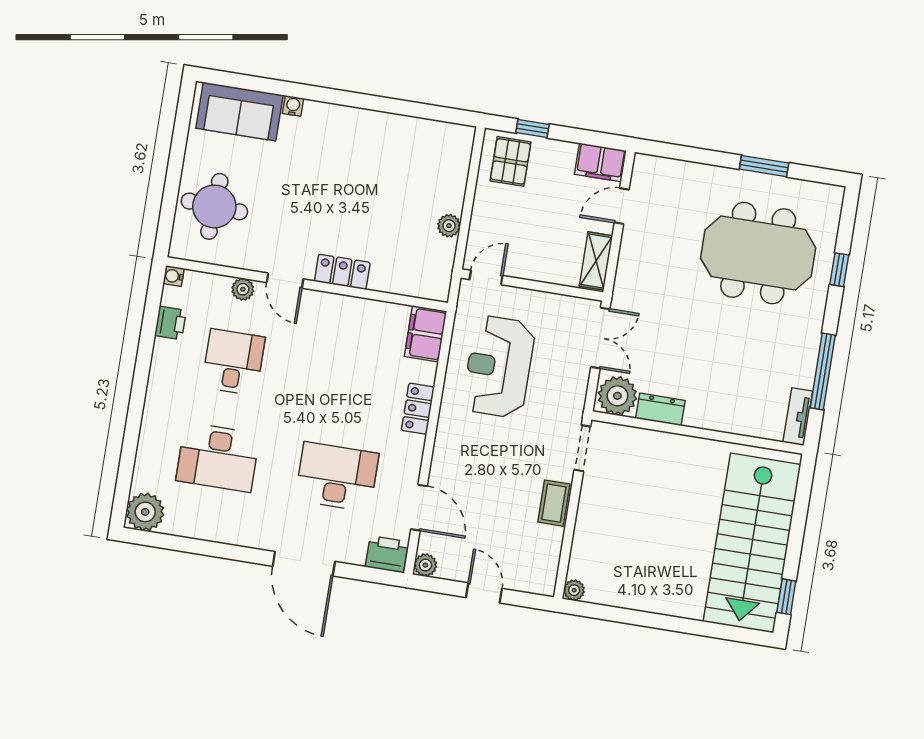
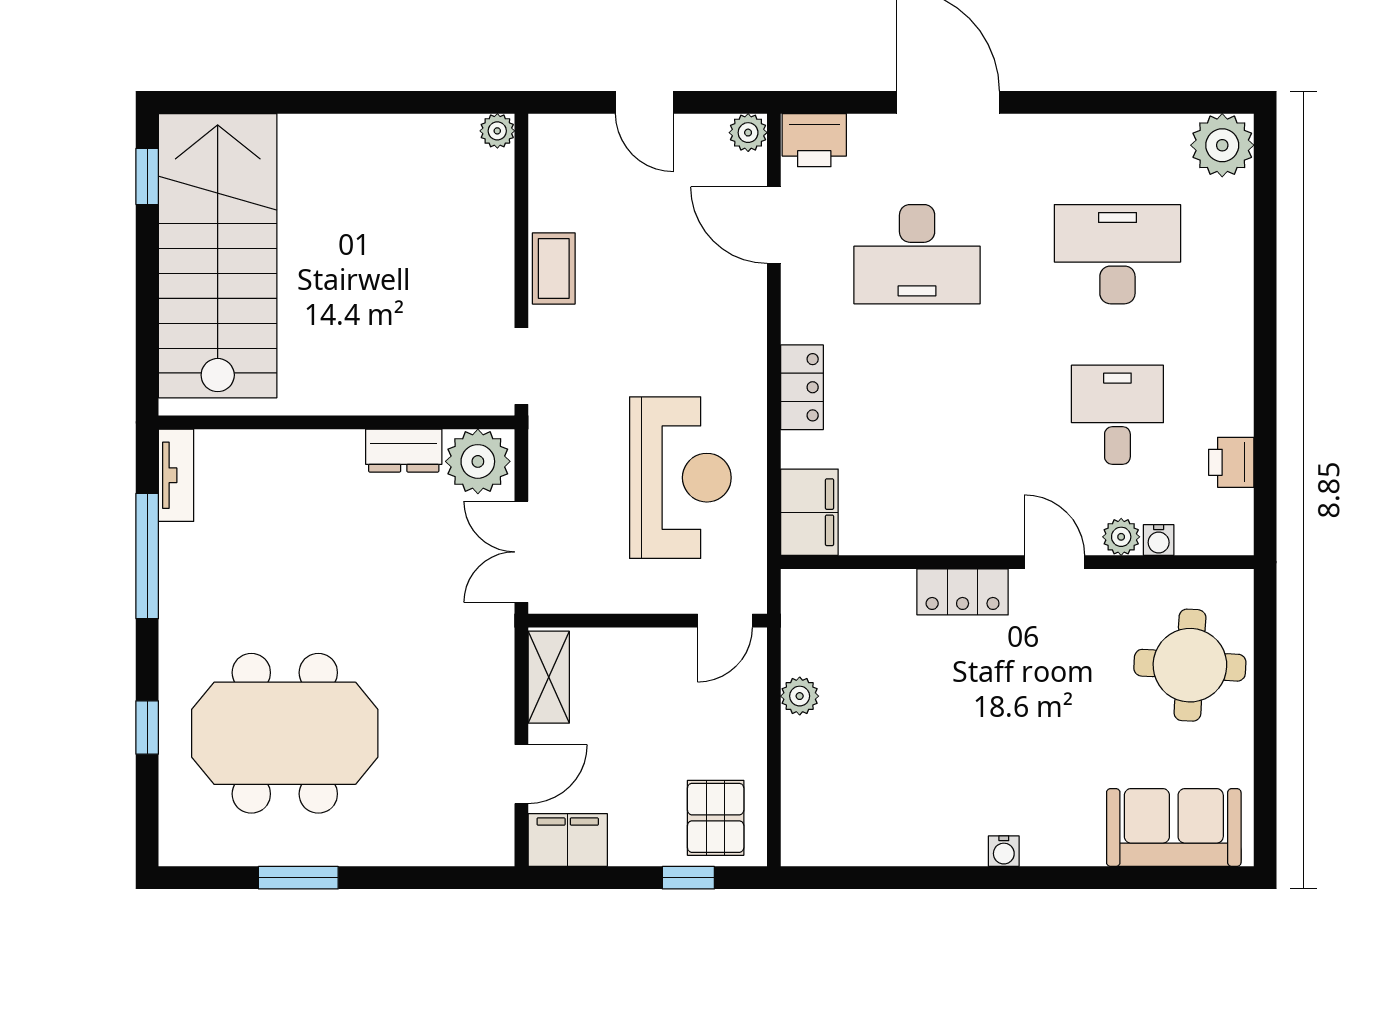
water cooler: (293, 106) -> (1004, 851), moved
water cooler: (173, 276) -> (1159, 540), moved, turned 90
desk: (233, 362) -> (1117, 415), turned 180

